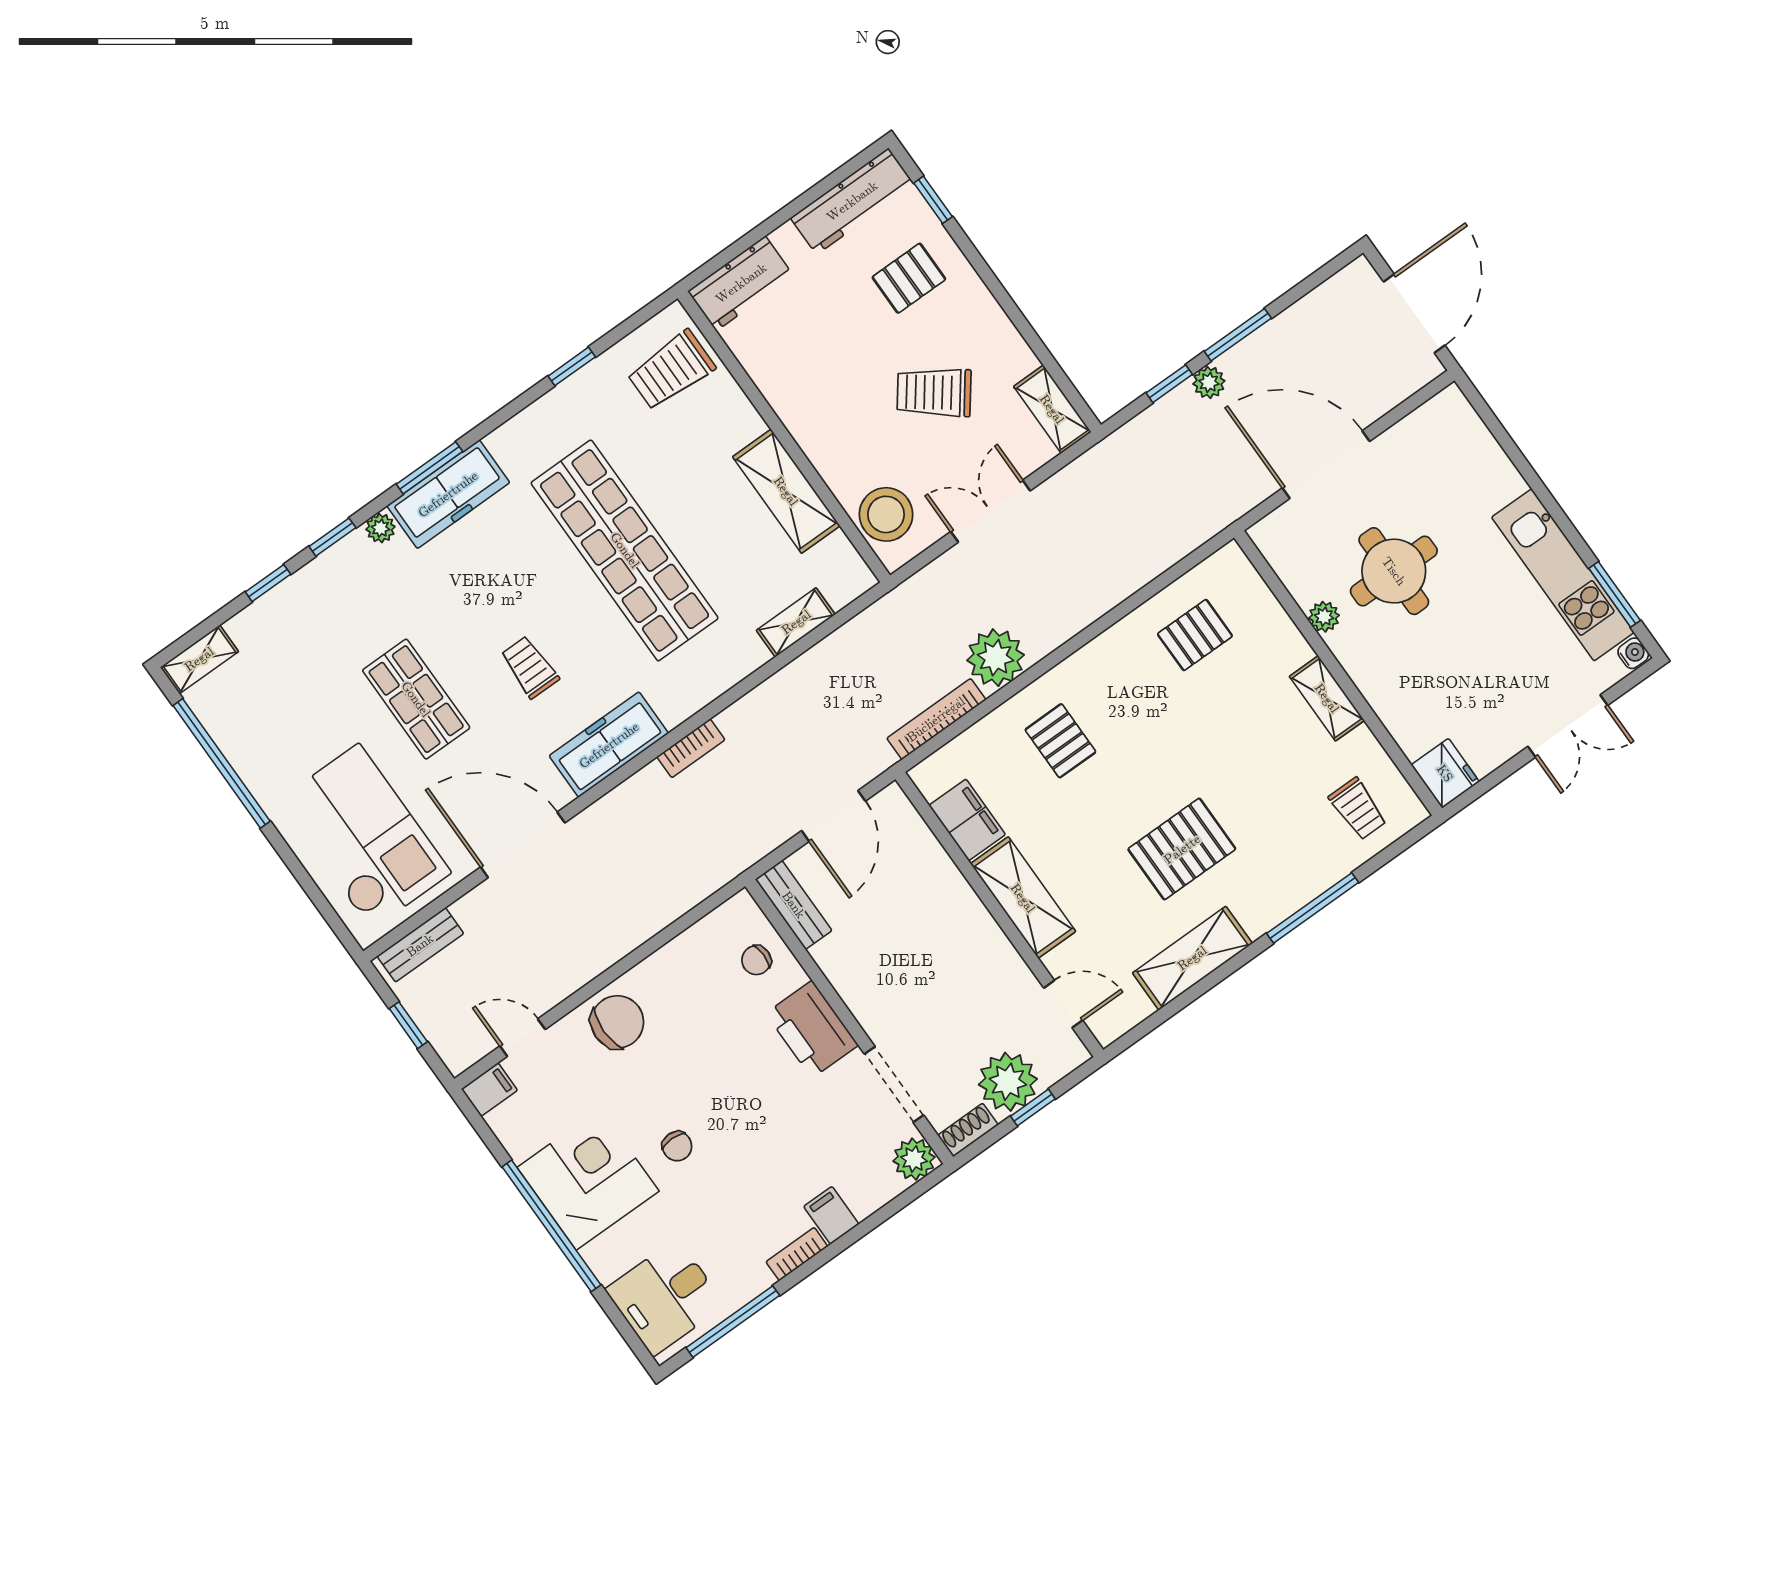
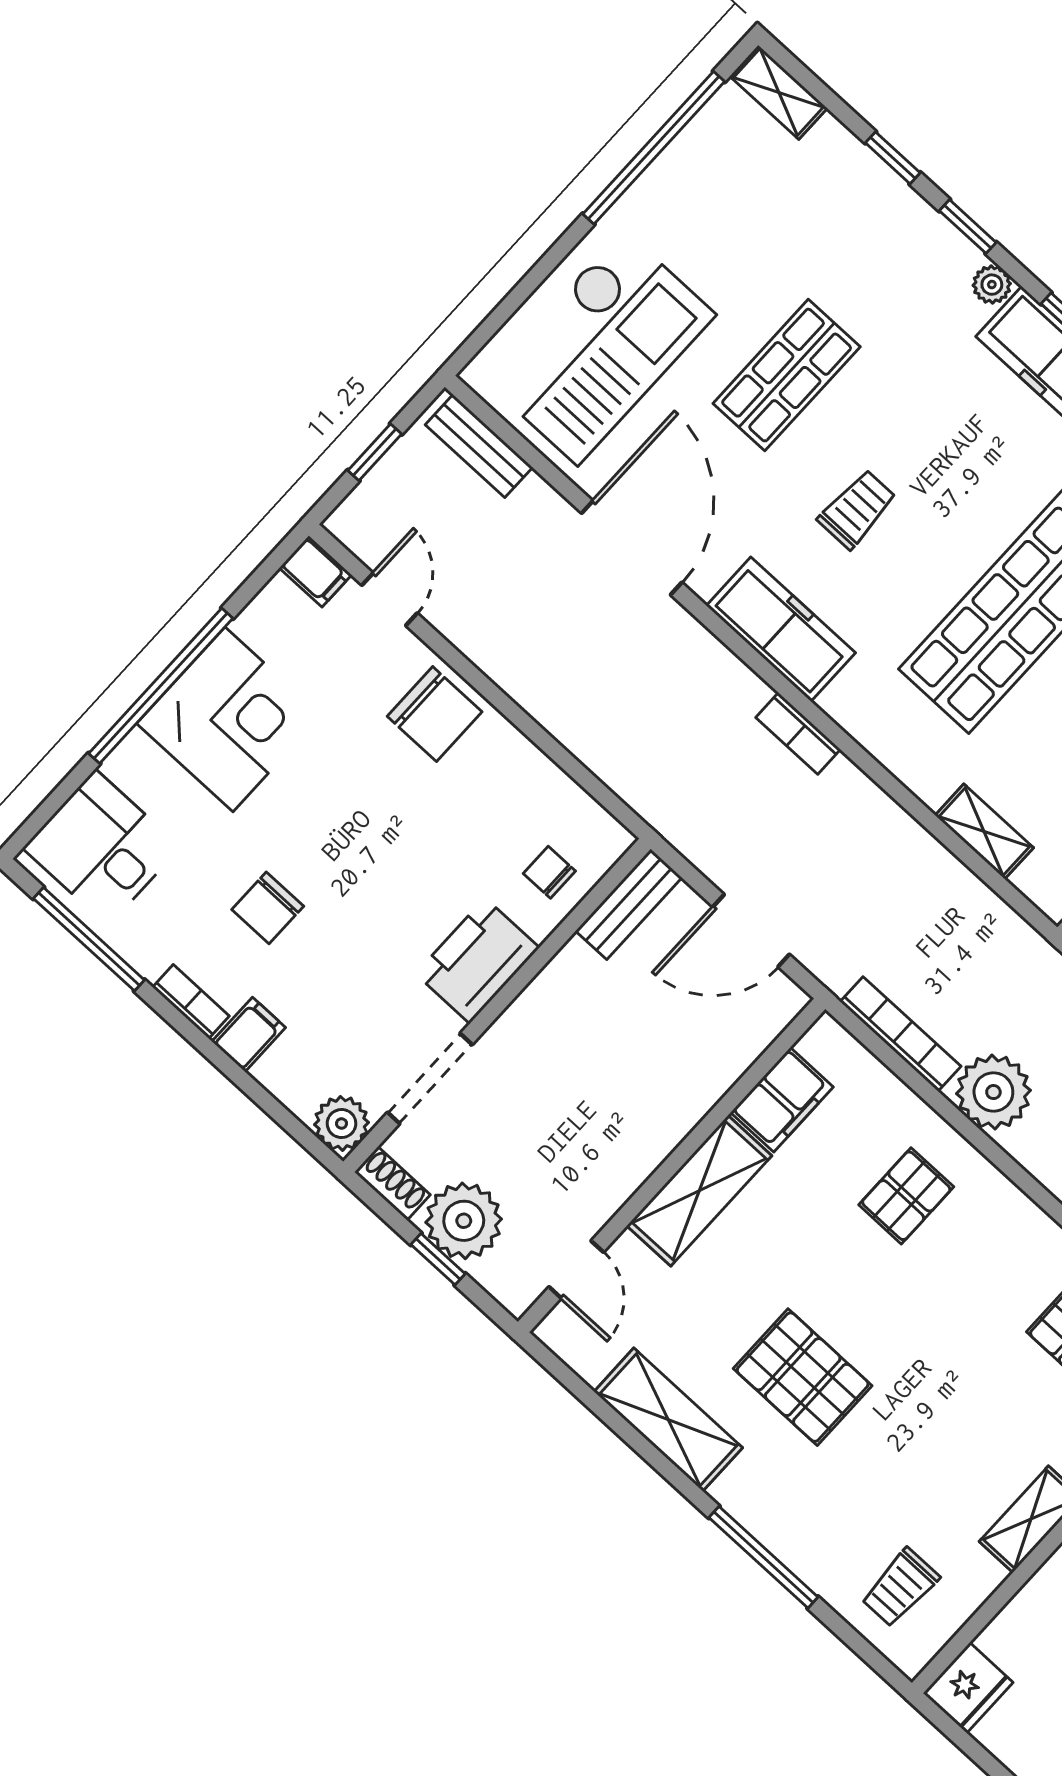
chair: (677, 1146) -> (268, 908), moved, width x1.37, depth x1.37

